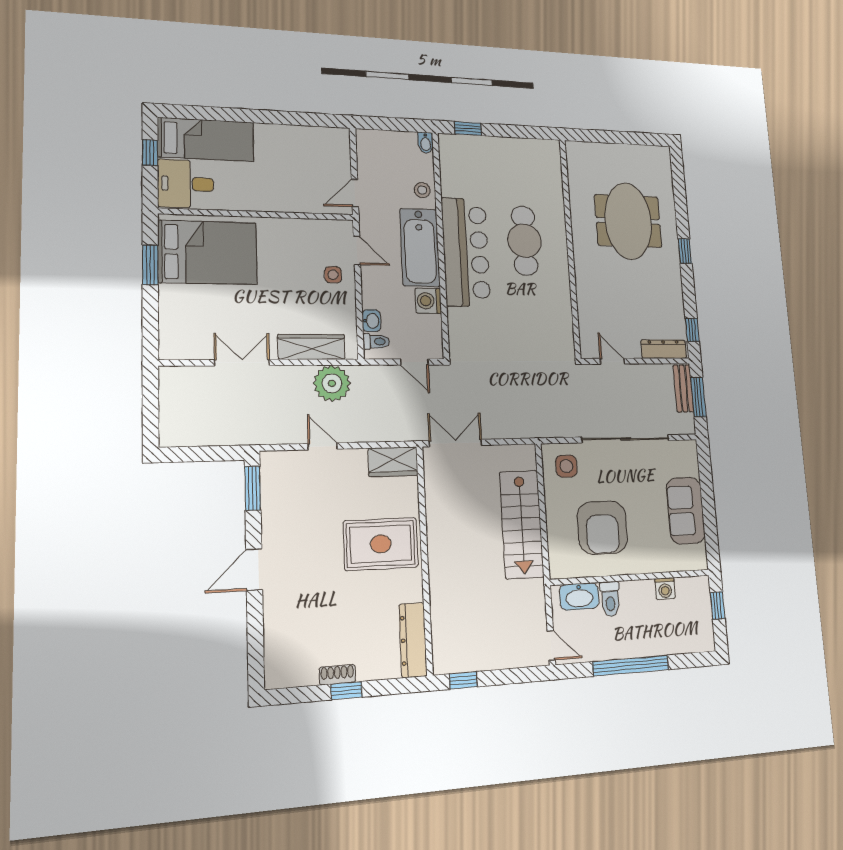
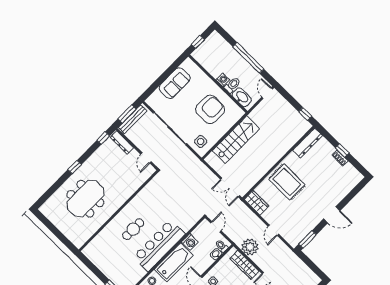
cafe table: (524, 241) -> (133, 229), width x0.73, depth x0.74
bench: (683, 388) -> (132, 119), width x1.36
washing machine: (665, 589) -> (223, 80), moved

